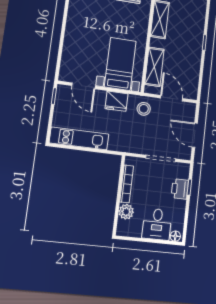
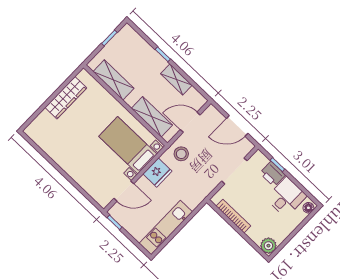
shelving: (194, 65) -> (176, 79), added
plant: (126, 212) -> (268, 246), moved
desk: (157, 224) -> (286, 197), moved, turned -90

